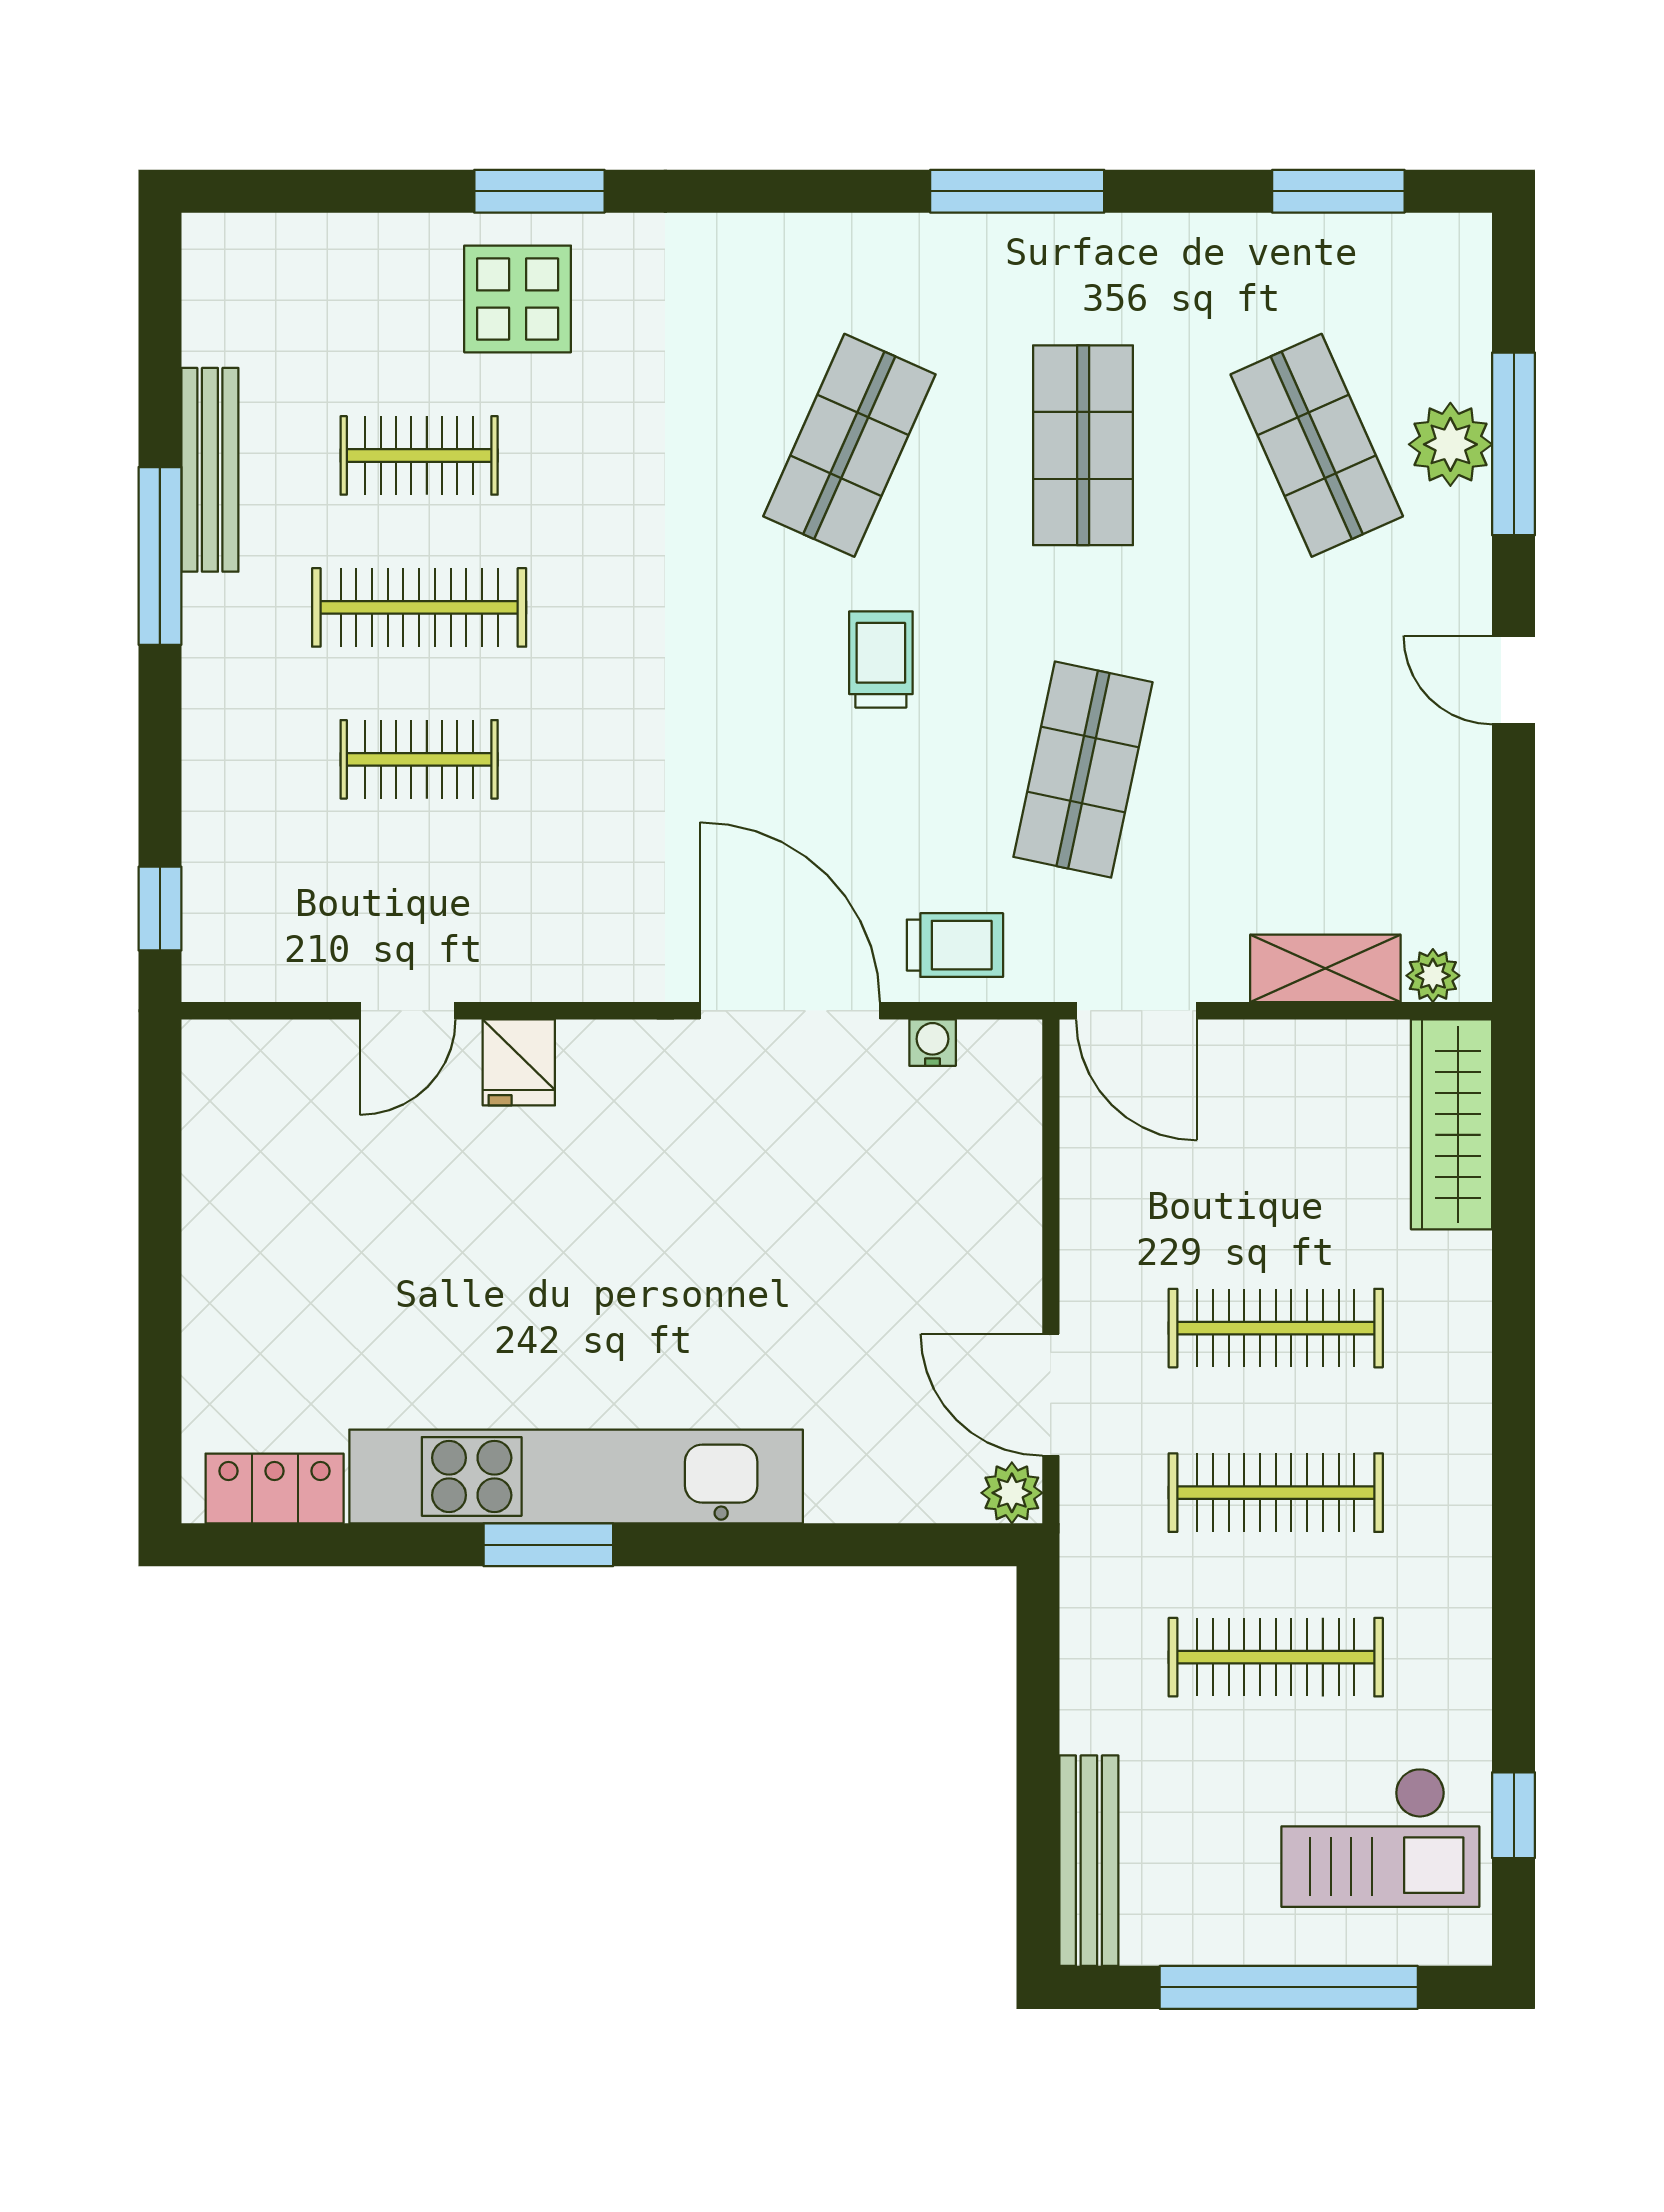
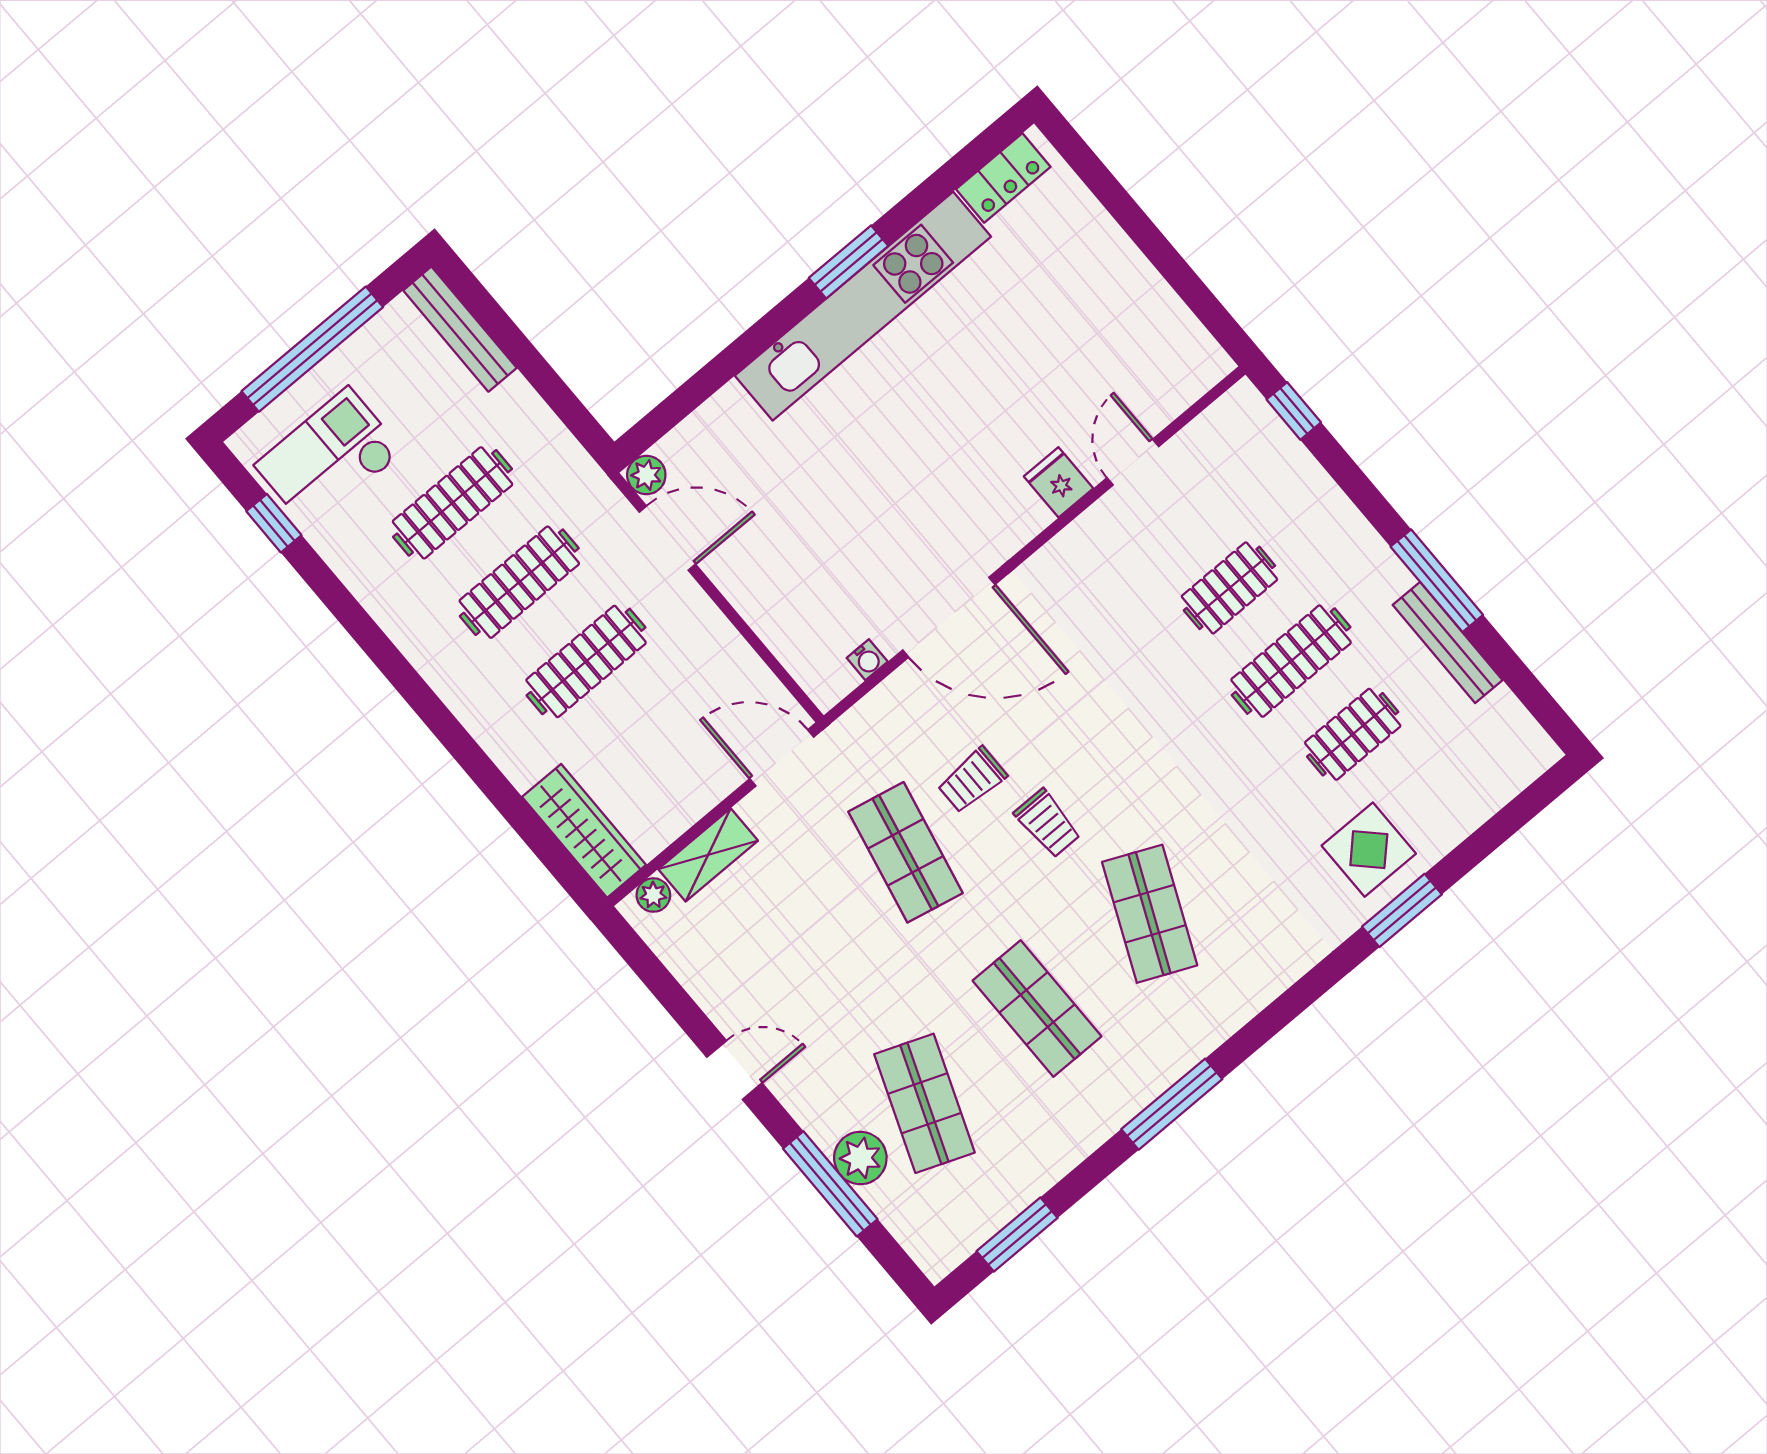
shop shelf: (1317, 445) -> (924, 1103), turned 45
trolley: (955, 945) -> (972, 780), moved

